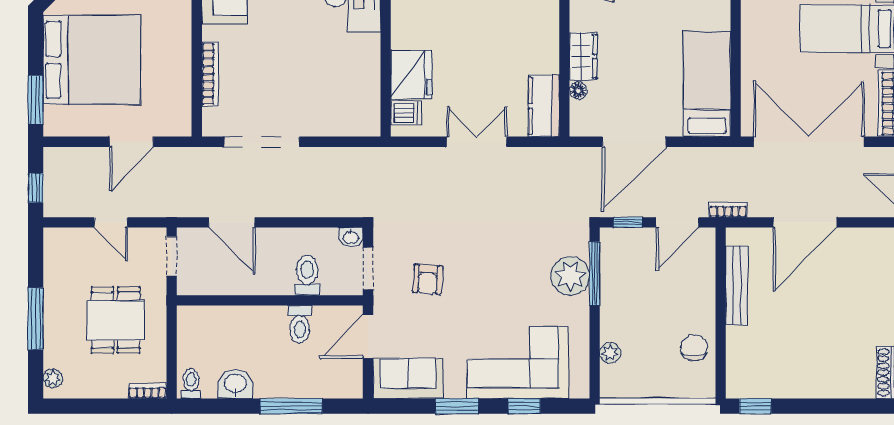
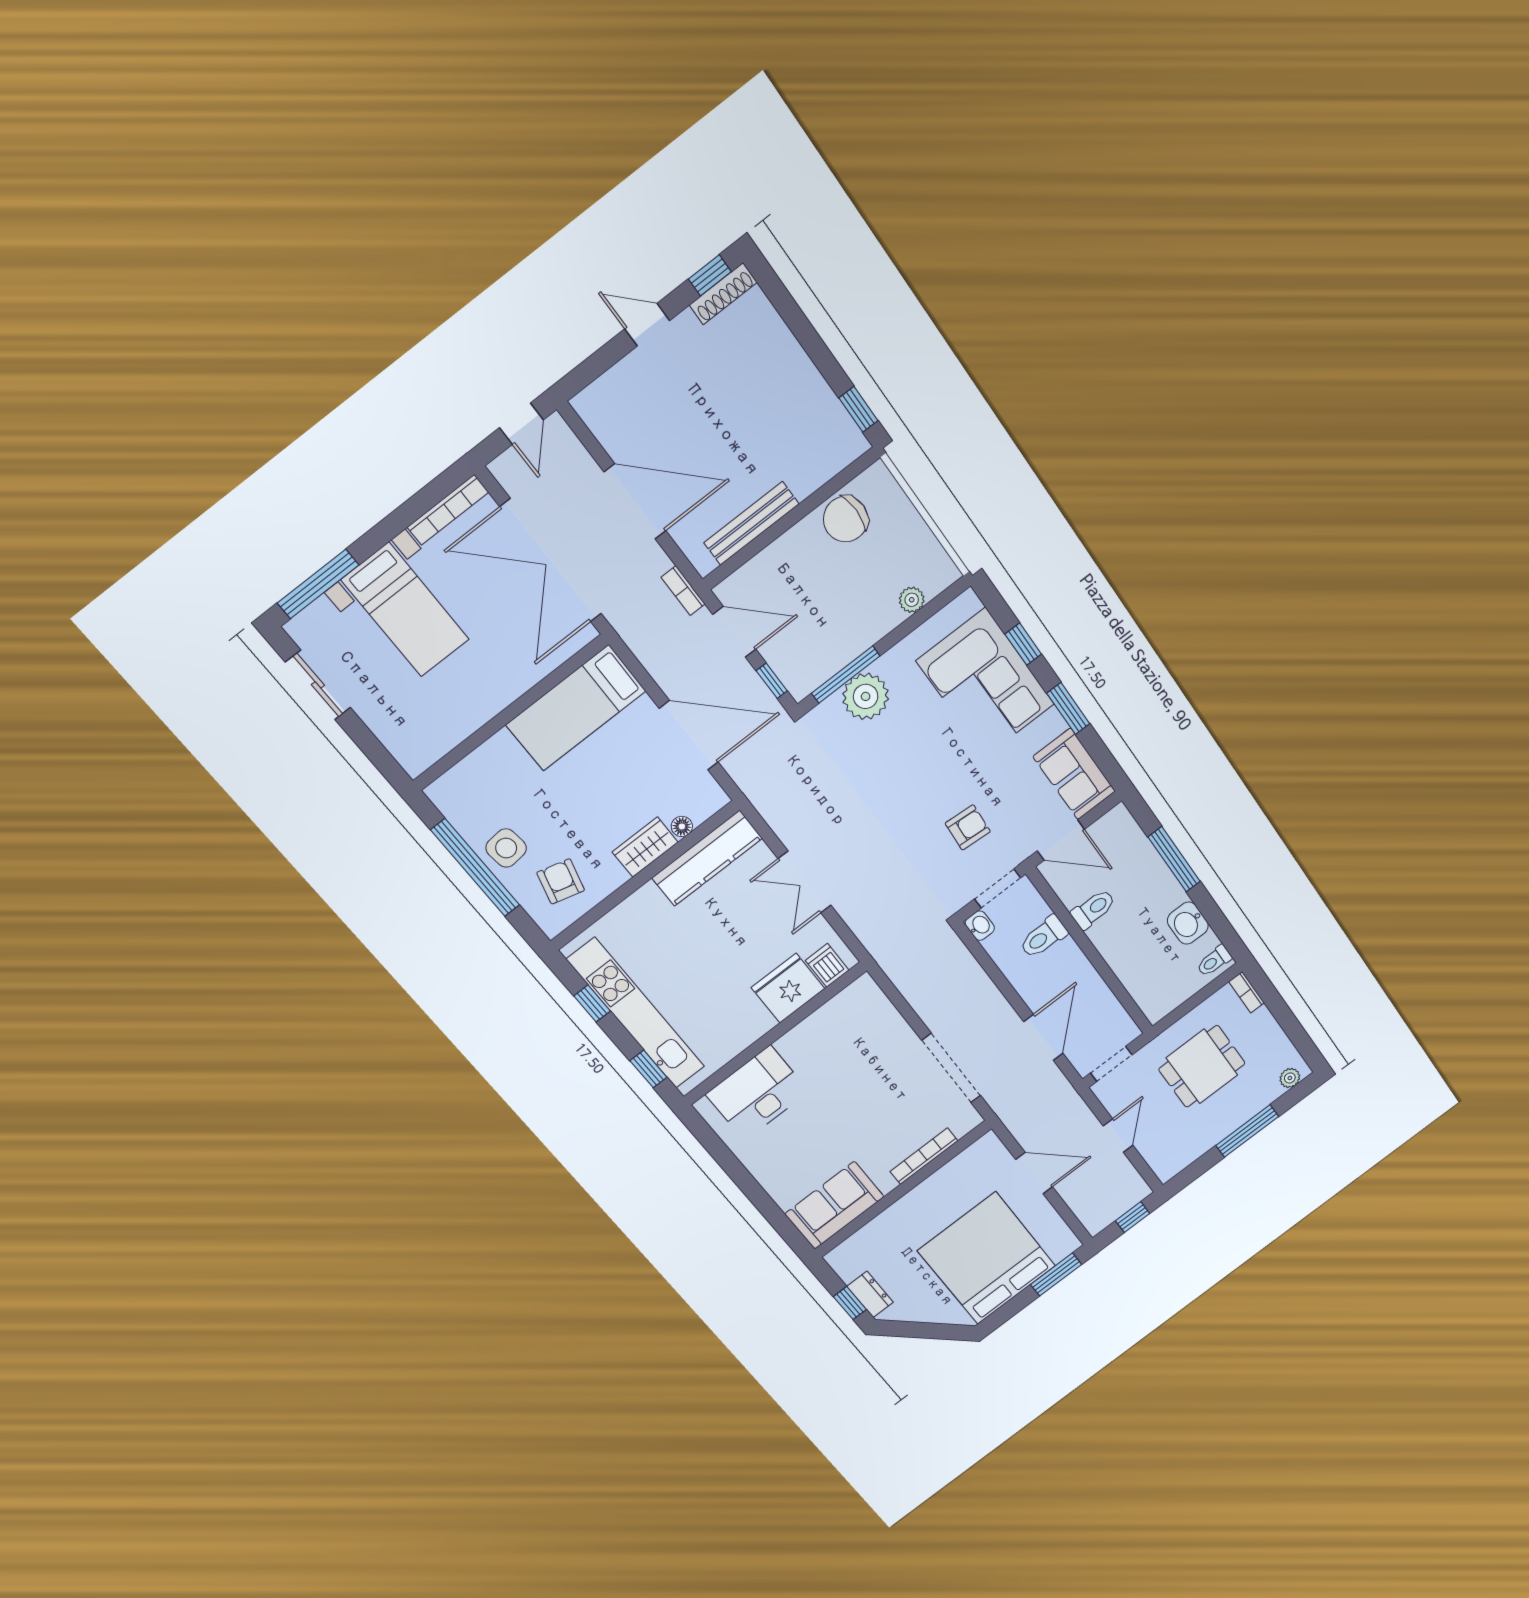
kitchen counter: (544, 106) -> (707, 858), width x1.50
chair: (694, 348) -> (846, 519), width x1.37, depth x1.37

